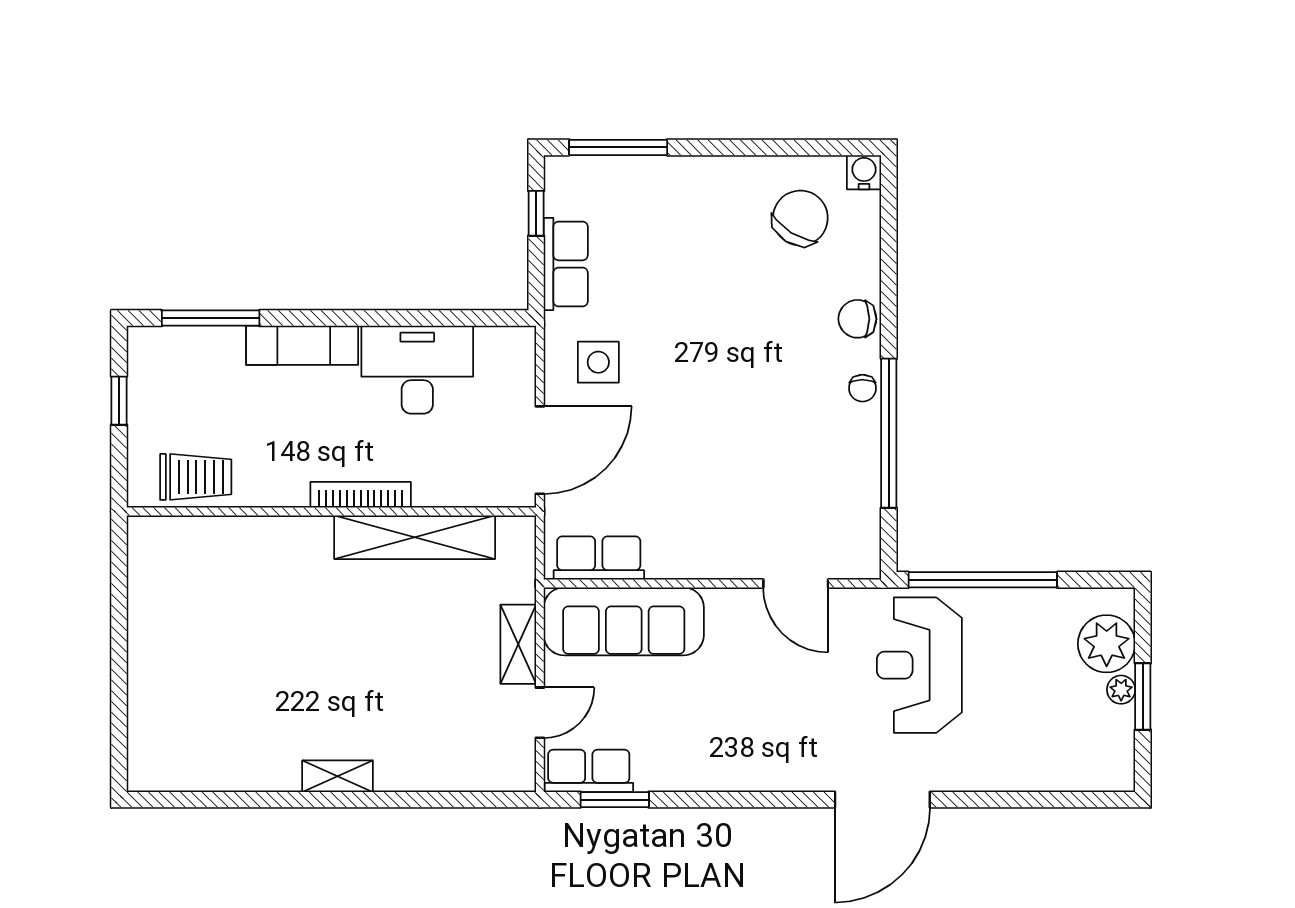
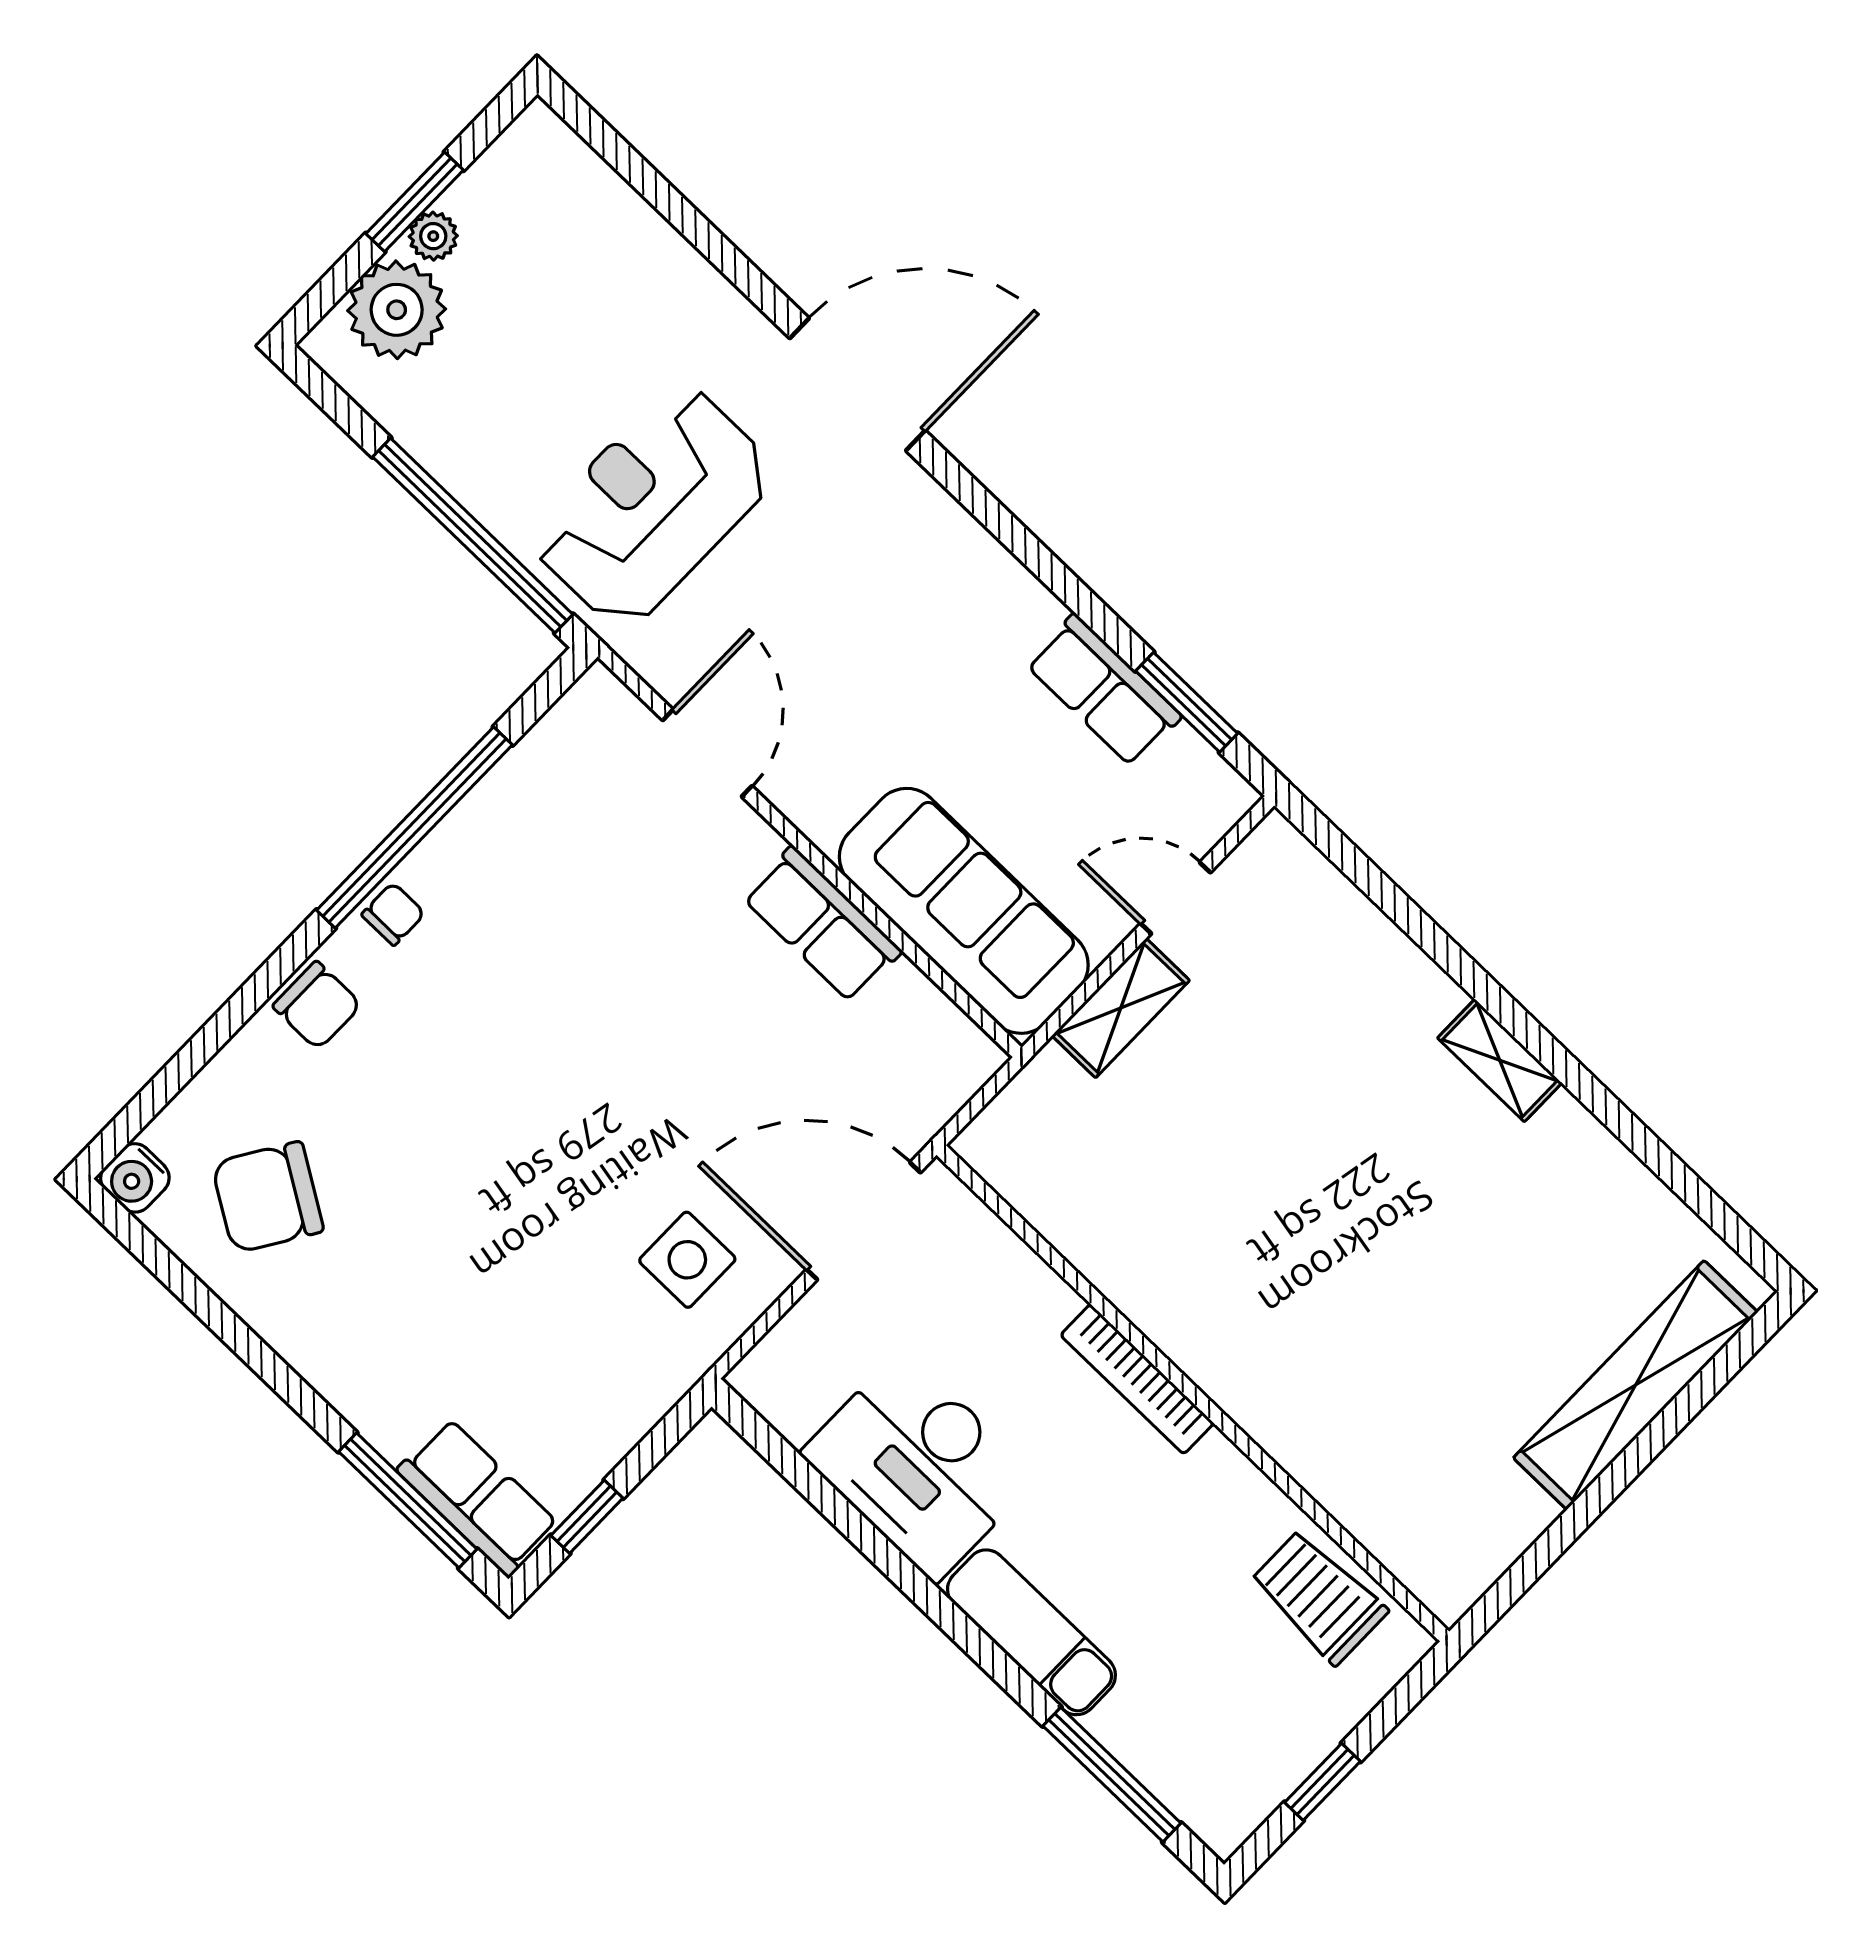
row of seats: (566, 264) -> (478, 1498), moved, turned 90
shelving: (415, 537) -> (1635, 1385), moved, turned 90
row of seats: (599, 558) -> (822, 924), moved
reception desk: (919, 665) -> (652, 506), turned 180
row of seats: (589, 771) -> (1104, 690), moved

